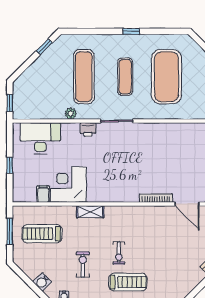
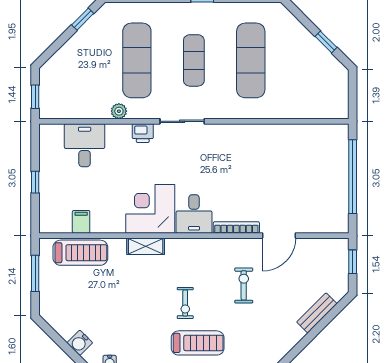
exercise mat: (166, 77) -> (251, 60), width x0.68
desk: (40, 138) -> (85, 145), width x0.73
corner desk: (68, 185) -> (150, 209), moved
desk: (125, 188) -> (194, 214), added
door: (187, 204) -> (279, 236), hinge flipped
treadmill: (42, 234) -> (80, 253), moved, turned 180
exercise bike: (83, 265) -> (244, 285), moved

